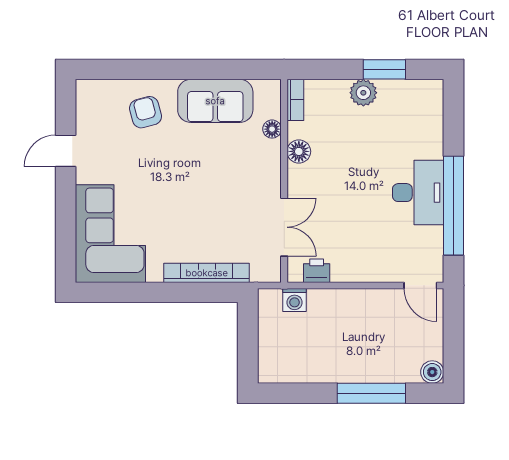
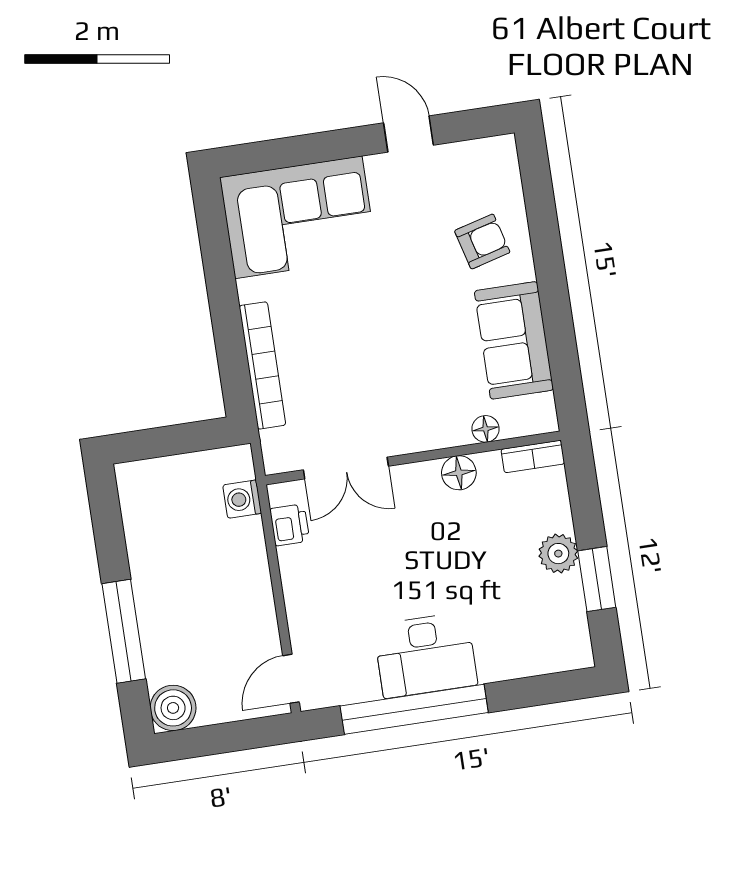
boiler: (432, 372) -> (173, 708), width x1.36, depth x1.36

